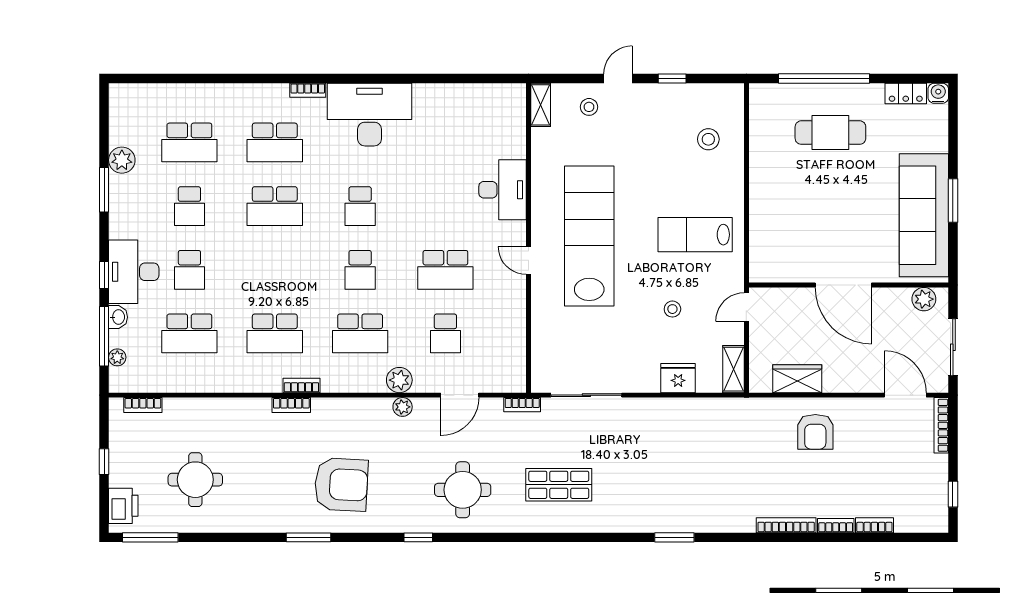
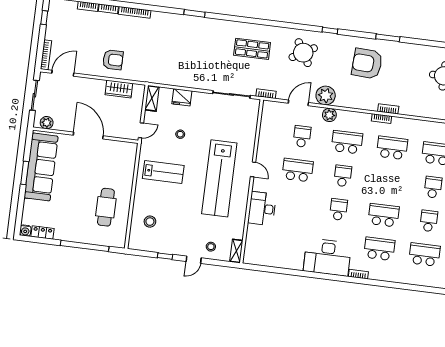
cafe table: (830, 133) -> (106, 207), moved, turned 90
door: (905, 395) -> (63, 73), swing flipped
plant: (403, 407) -> (326, 96), width x1.88, depth x1.88
armchair: (815, 432) -> (113, 60), turned 90
round table: (463, 490) -> (303, 53), turned -30

